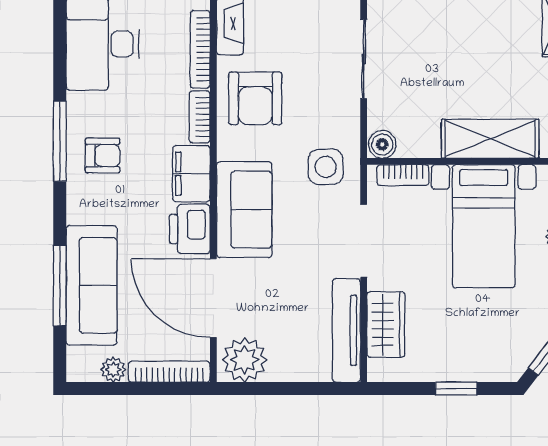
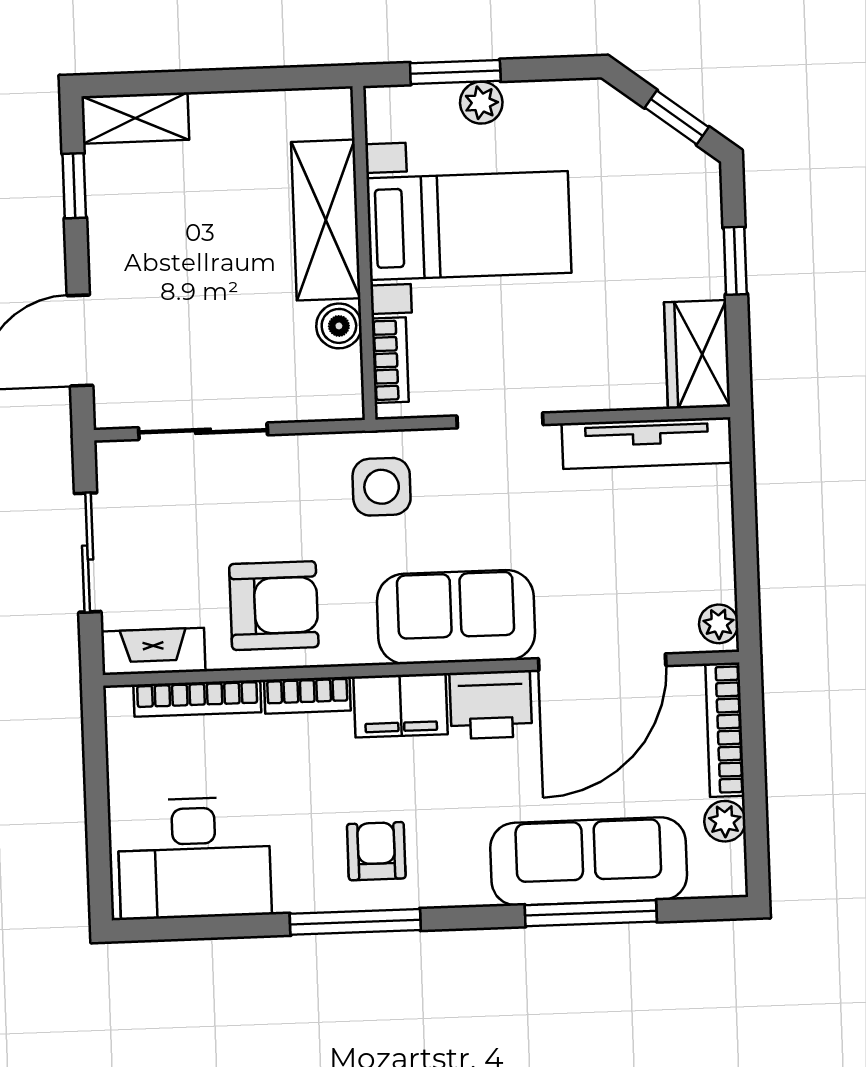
boiler: (382, 144) -> (339, 326), moved
doorway: (364, 241) -> (500, 420), width x0.73
wardrobe: (386, 325) -> (697, 354), moved, turned -90
plant: (245, 360) -> (719, 624), width x0.53, depth x0.53

